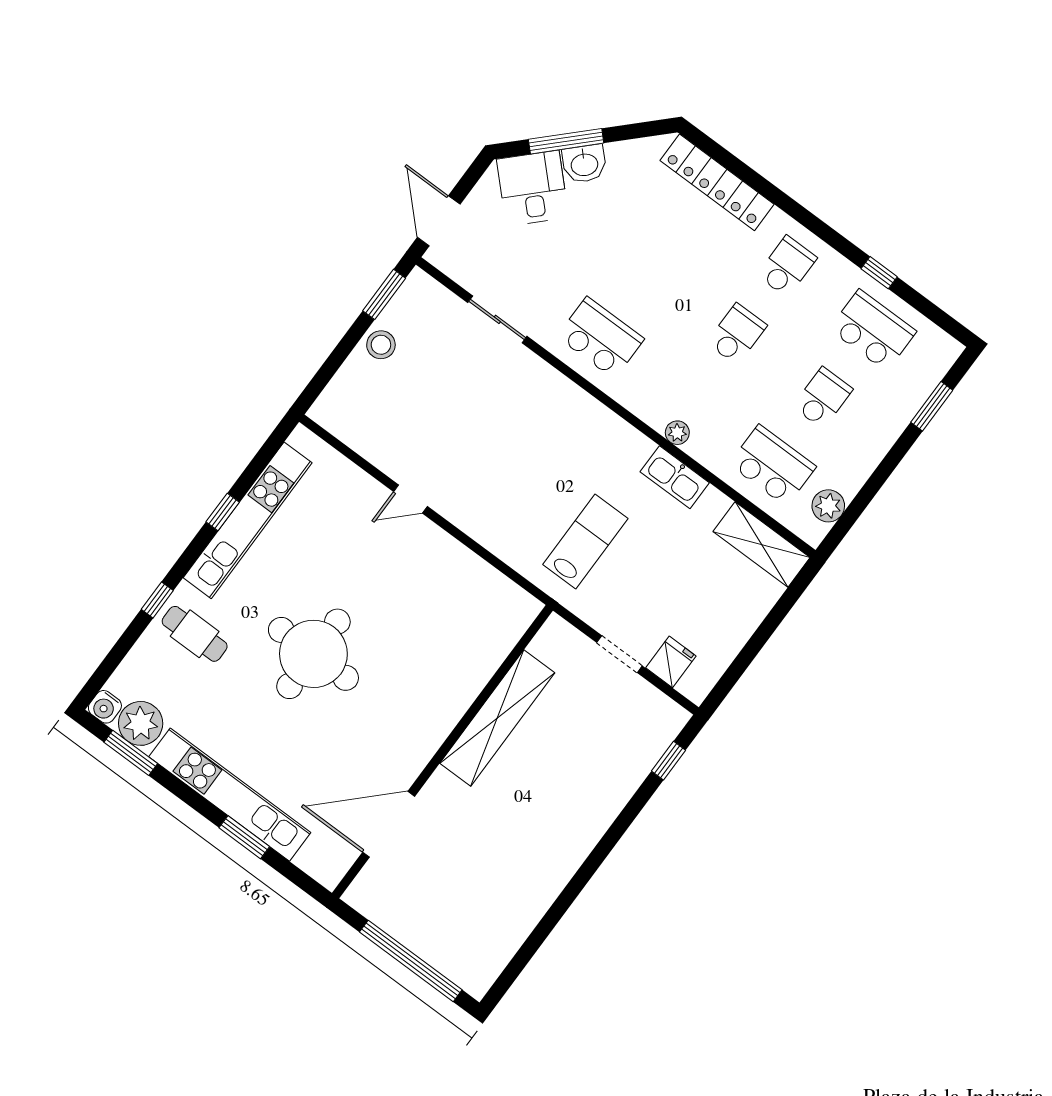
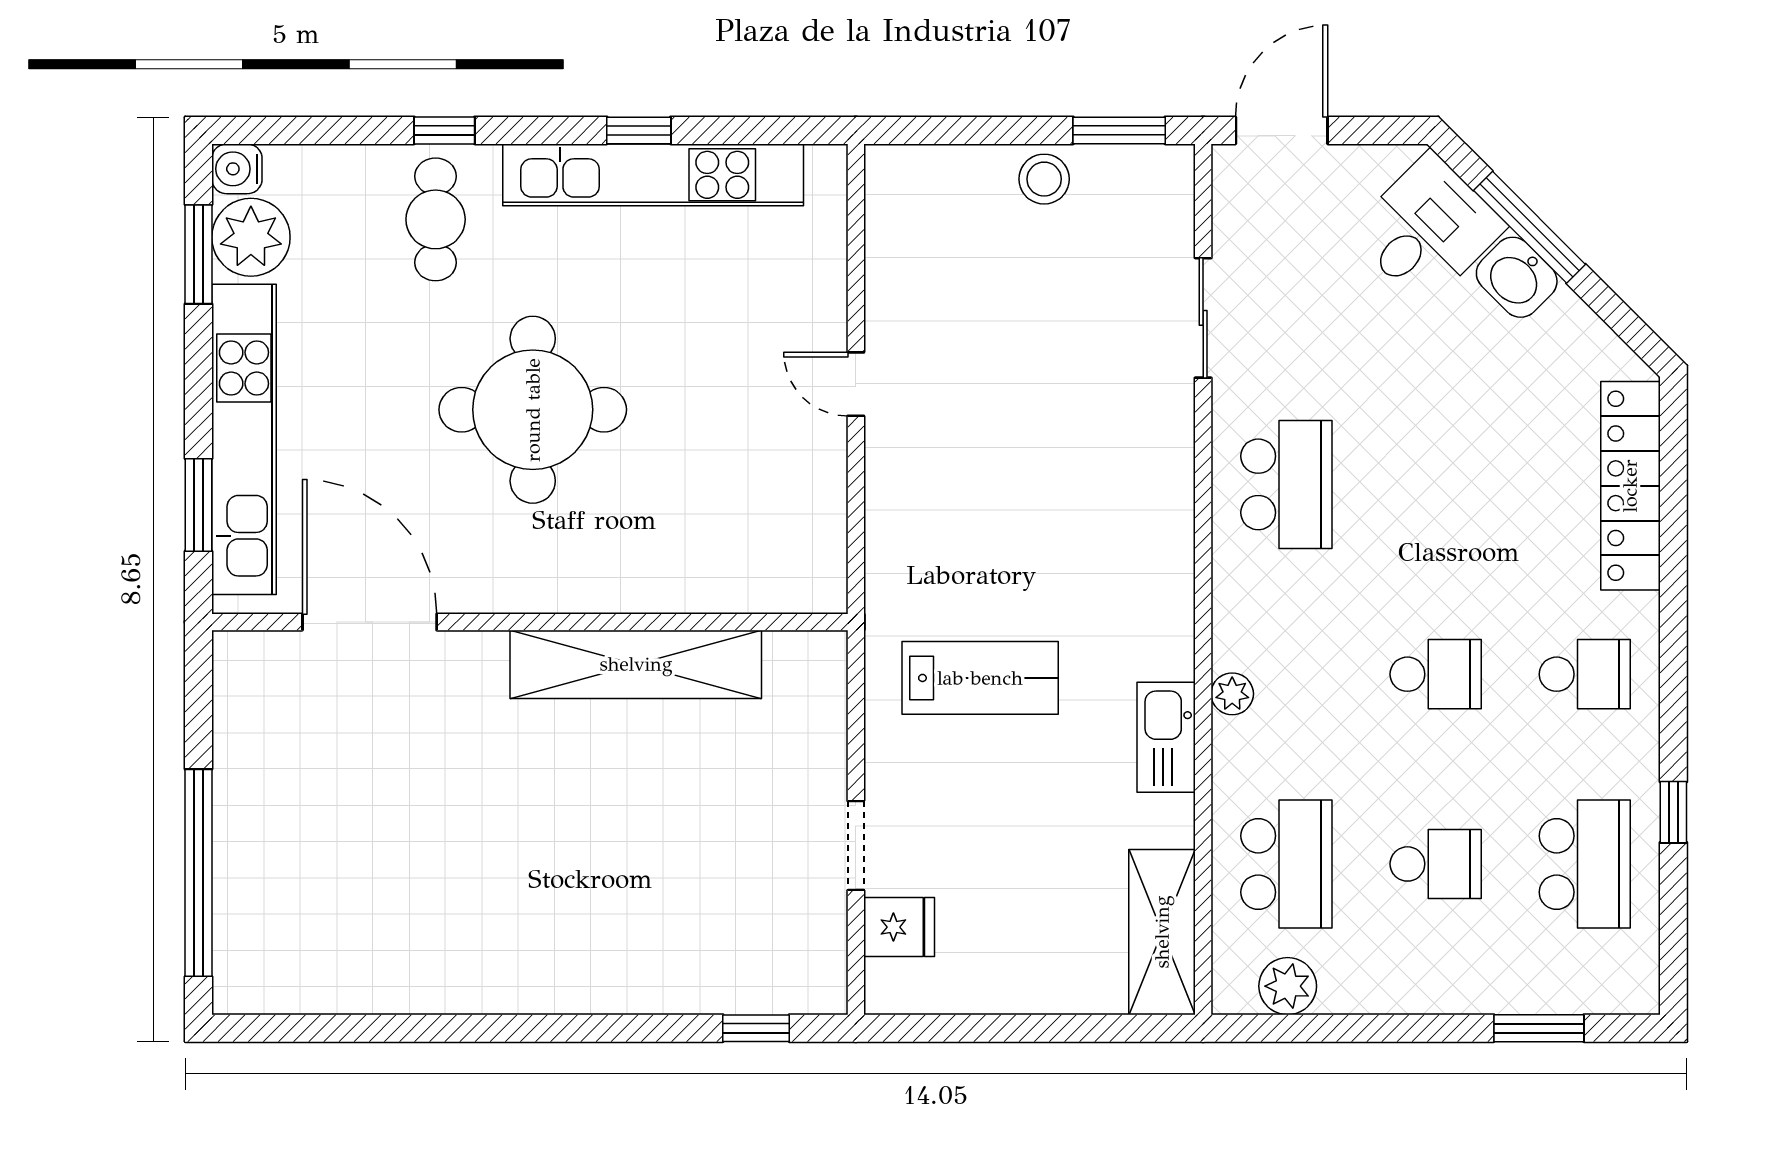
shelving: (497, 718) -> (636, 664), moved
wall: (442, 752) -> (530, 622), moved
door: (389, 824) -> (370, 622), moved

